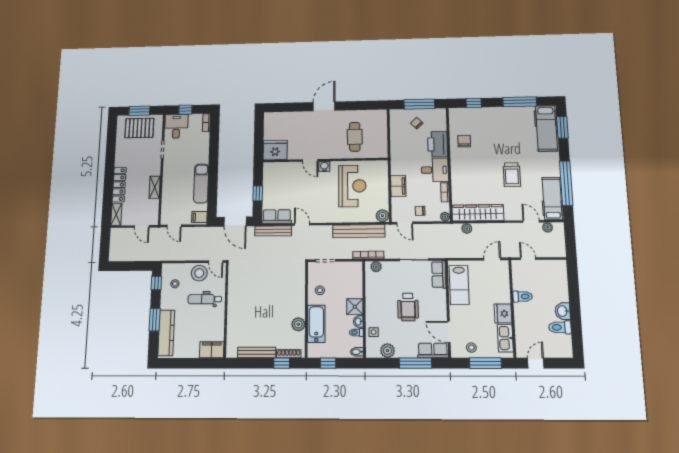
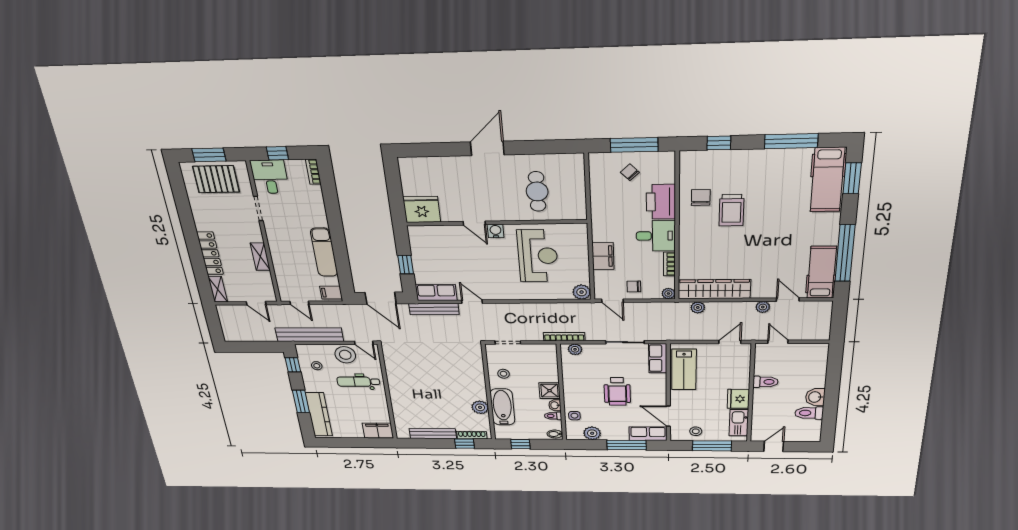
trolley: (512, 175) -> (731, 210), moved
plant: (548, 227) -> (763, 307), moved
bench: (359, 231) -> (309, 335), moved

